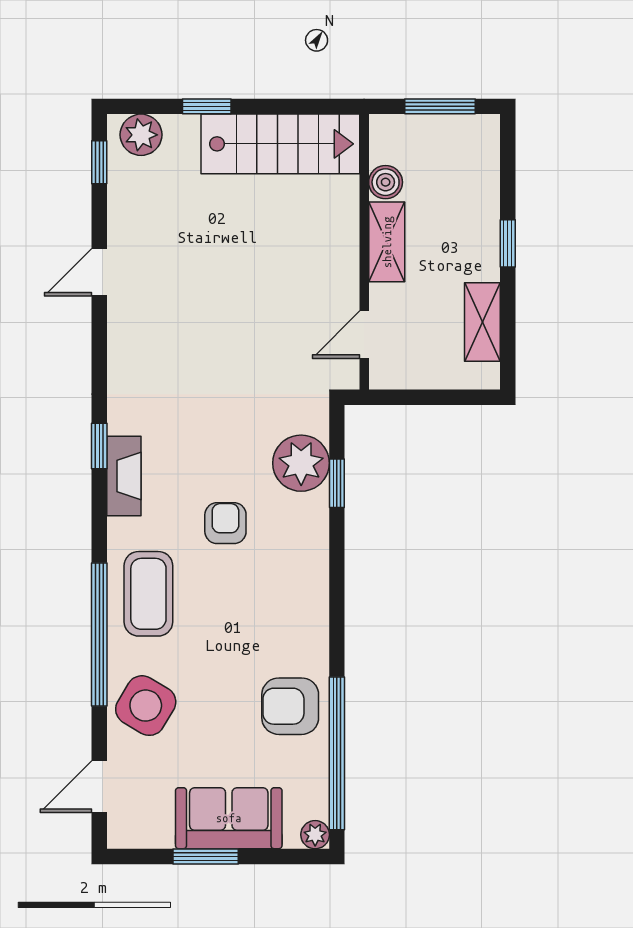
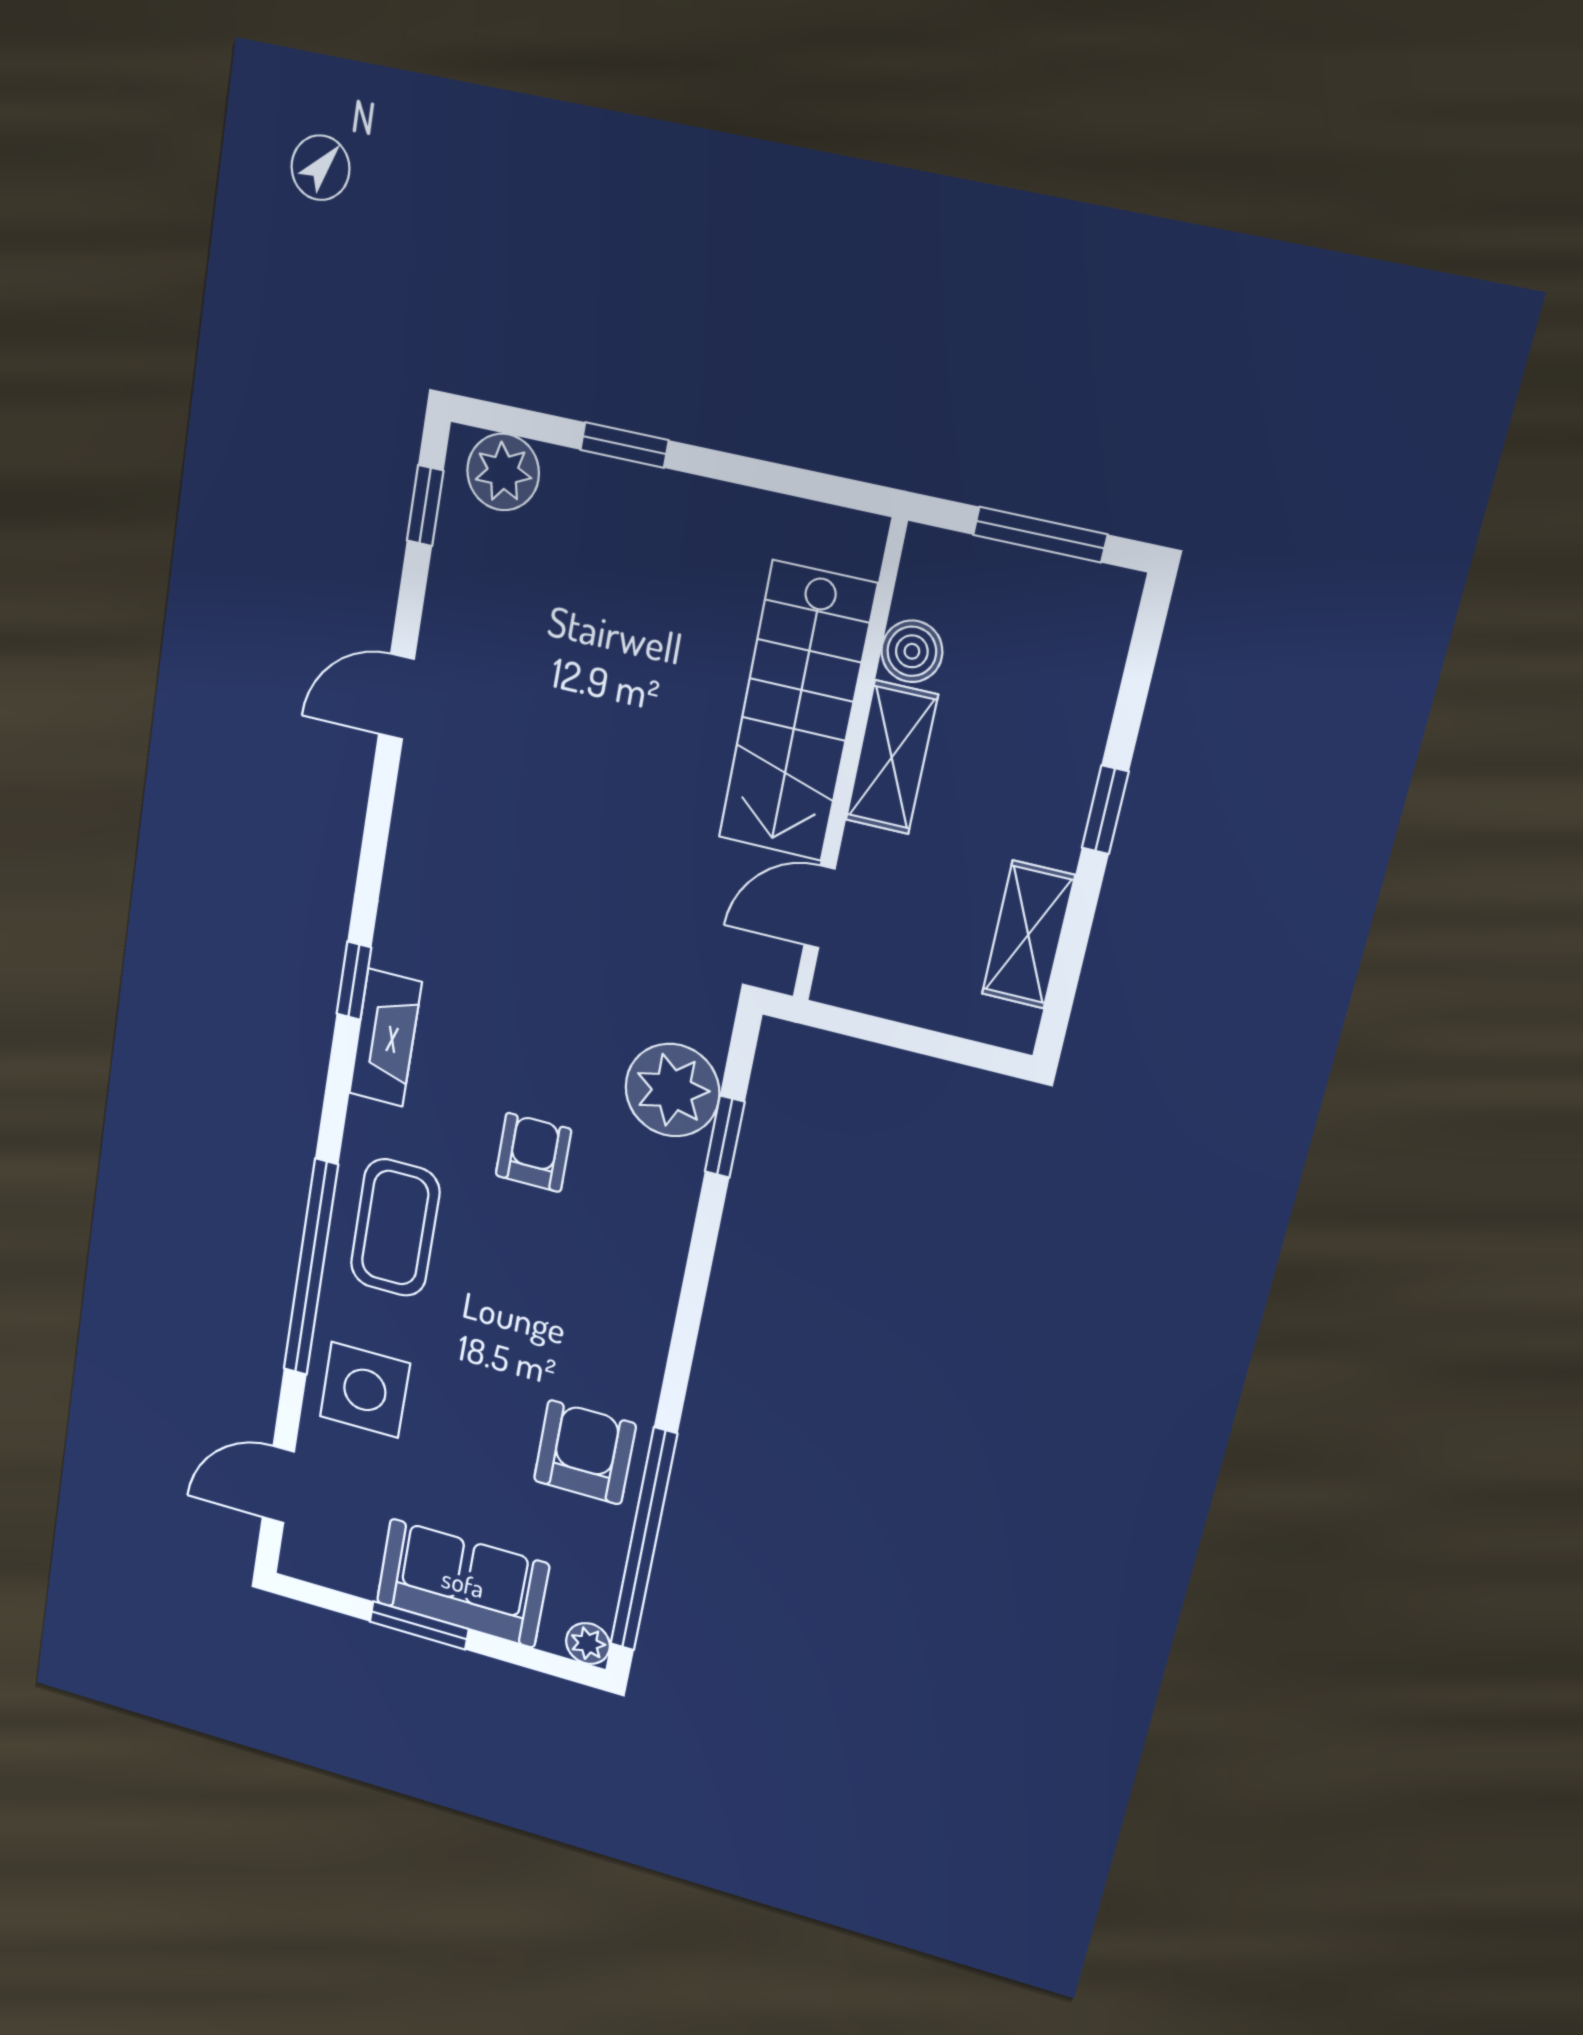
stairs: (280, 144) -> (797, 712), moved, turned 90
side table: (146, 706) -> (365, 1390), turned -31
armchair: (290, 706) -> (585, 1452), turned 90

